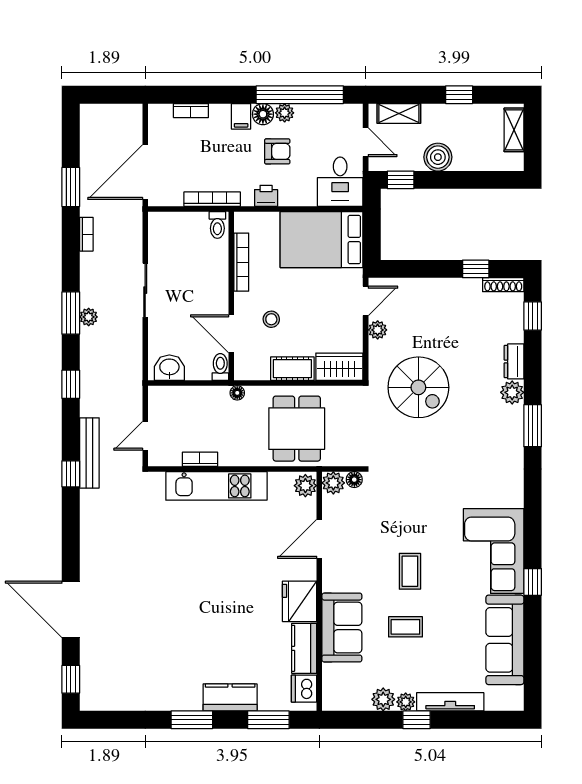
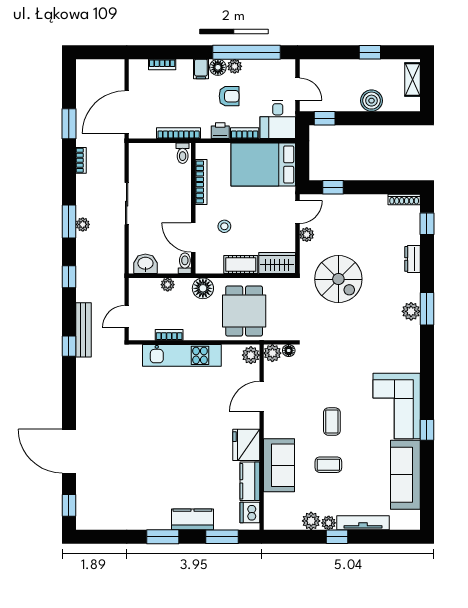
shelving: (399, 113) -> (323, 67), removed
boiler: (438, 157) -> (371, 101), moved
bookcase: (297, 199) -> (245, 133), added
window: (476, 269) -> (333, 187), moved
plant: (512, 392) -> (411, 311), moved
floor lamp: (237, 393) -> (203, 288), width x1.89, depth x1.89
plant: (198, 394) -> (168, 285), added

